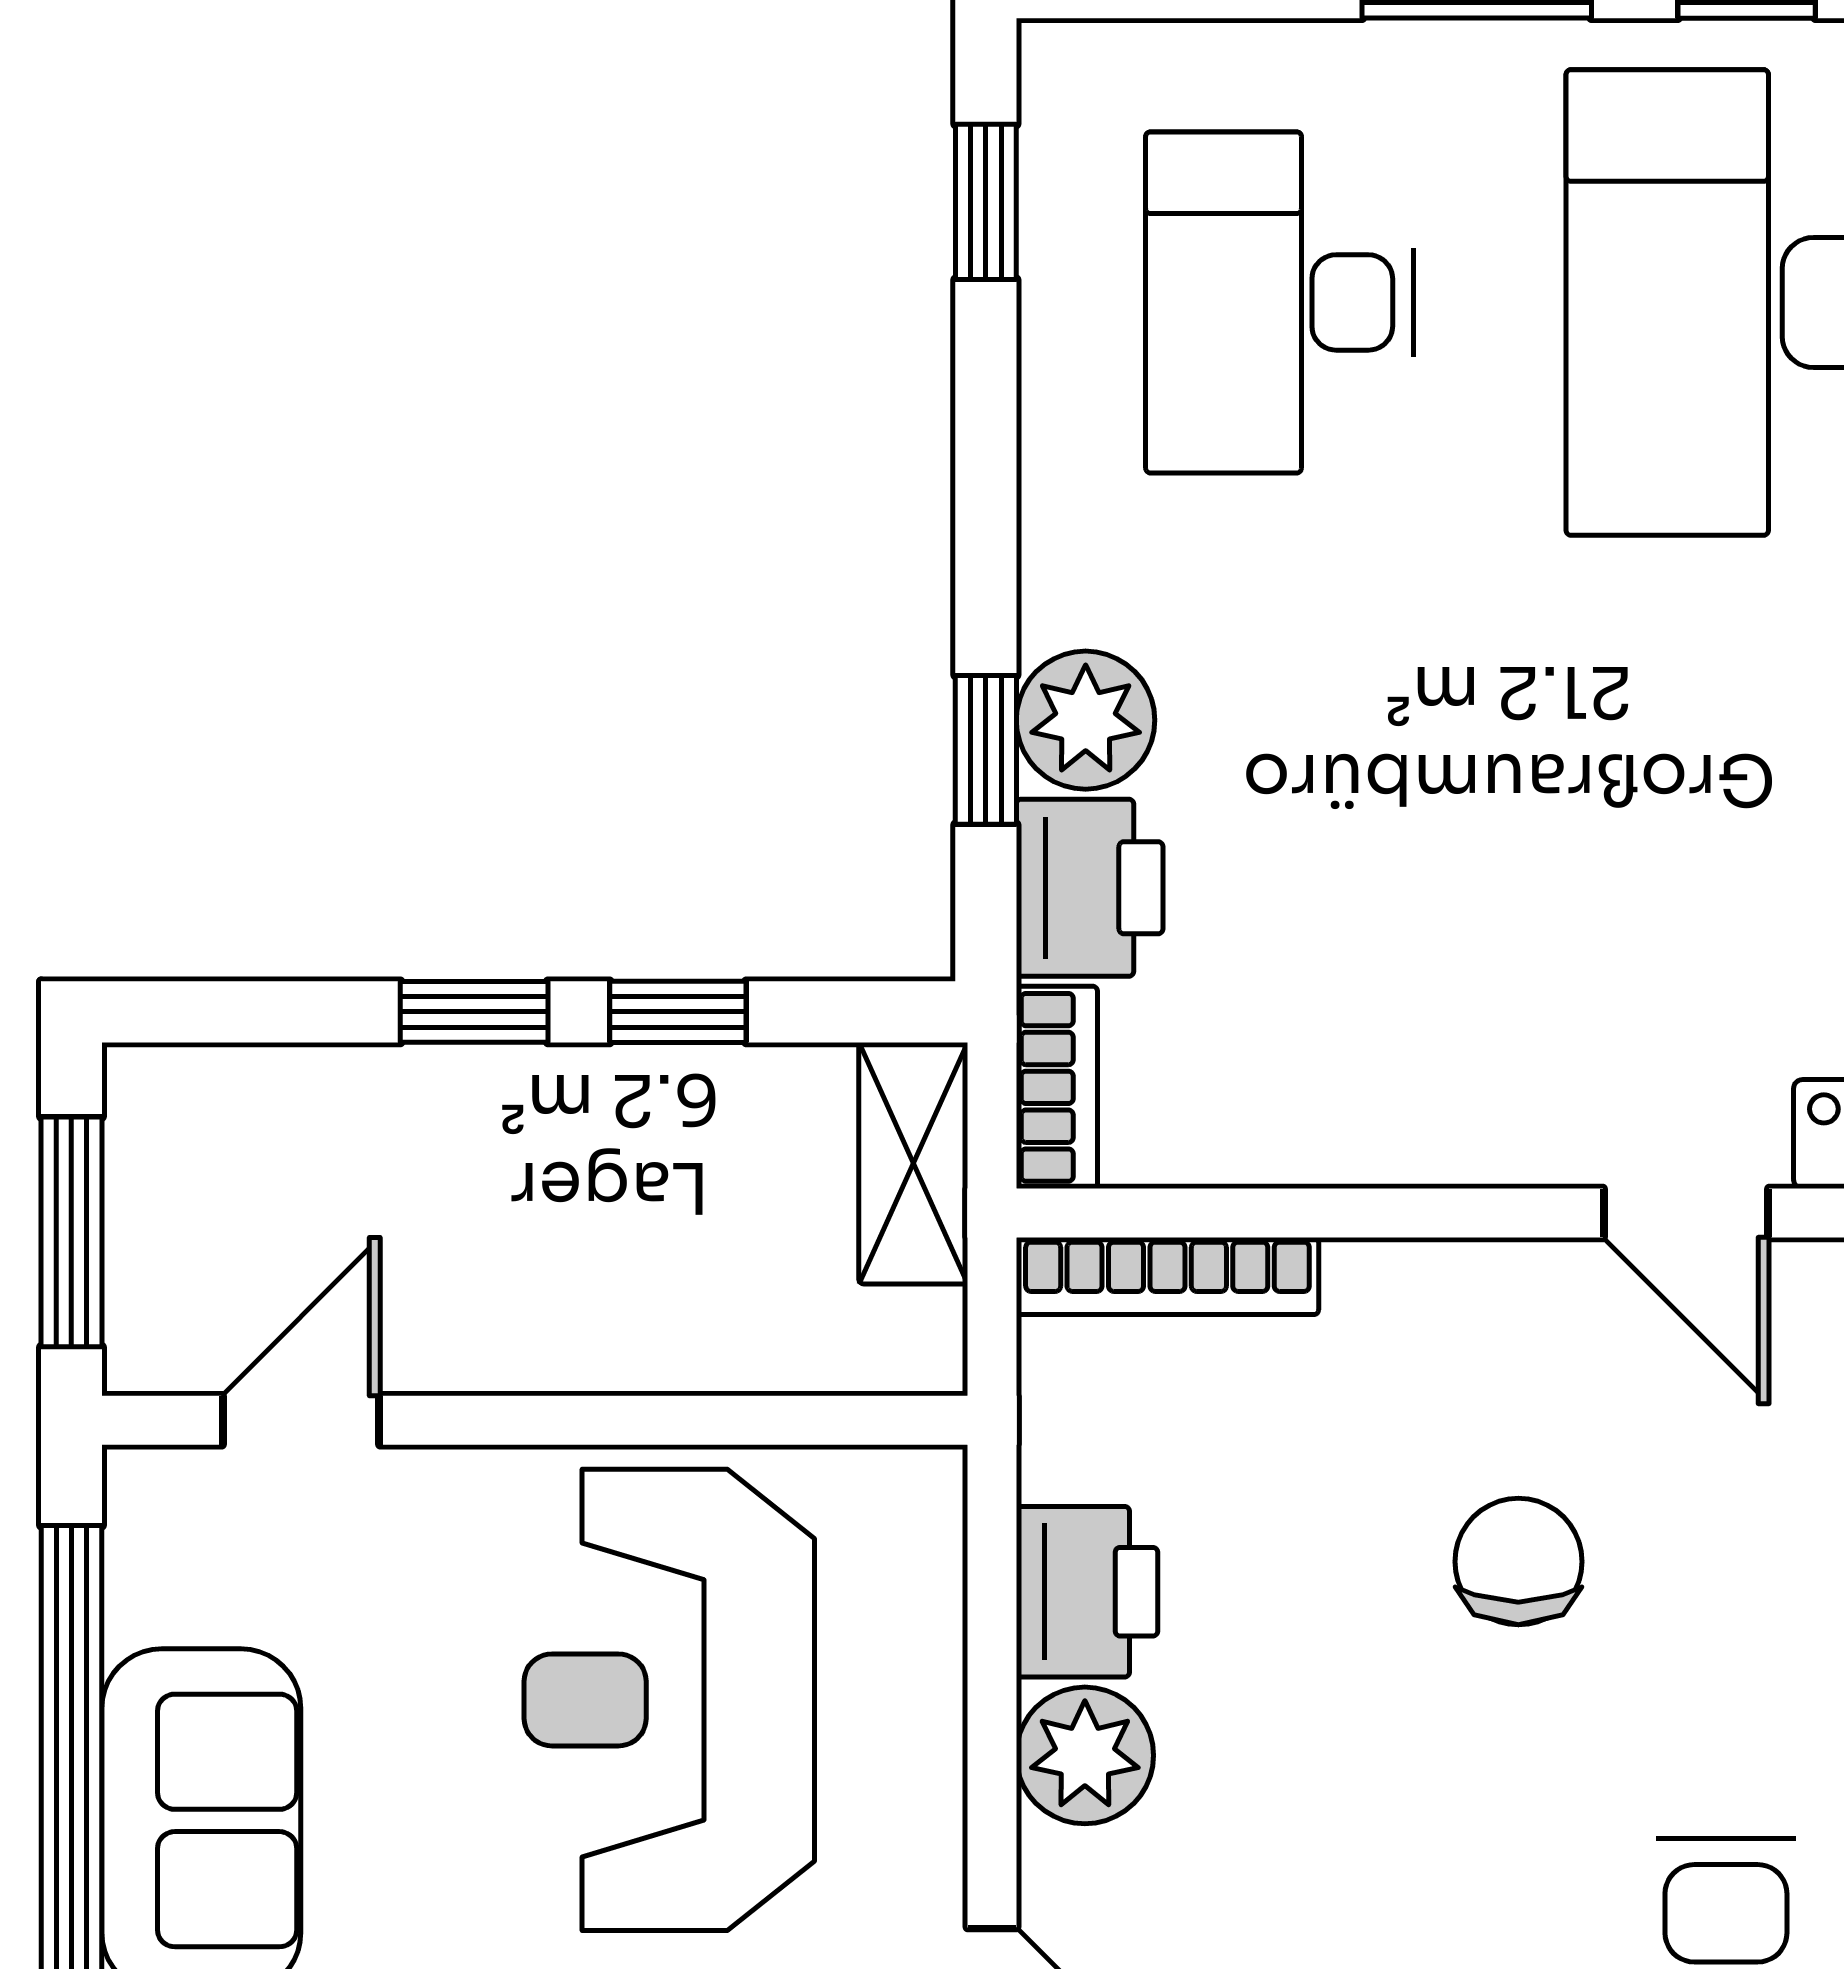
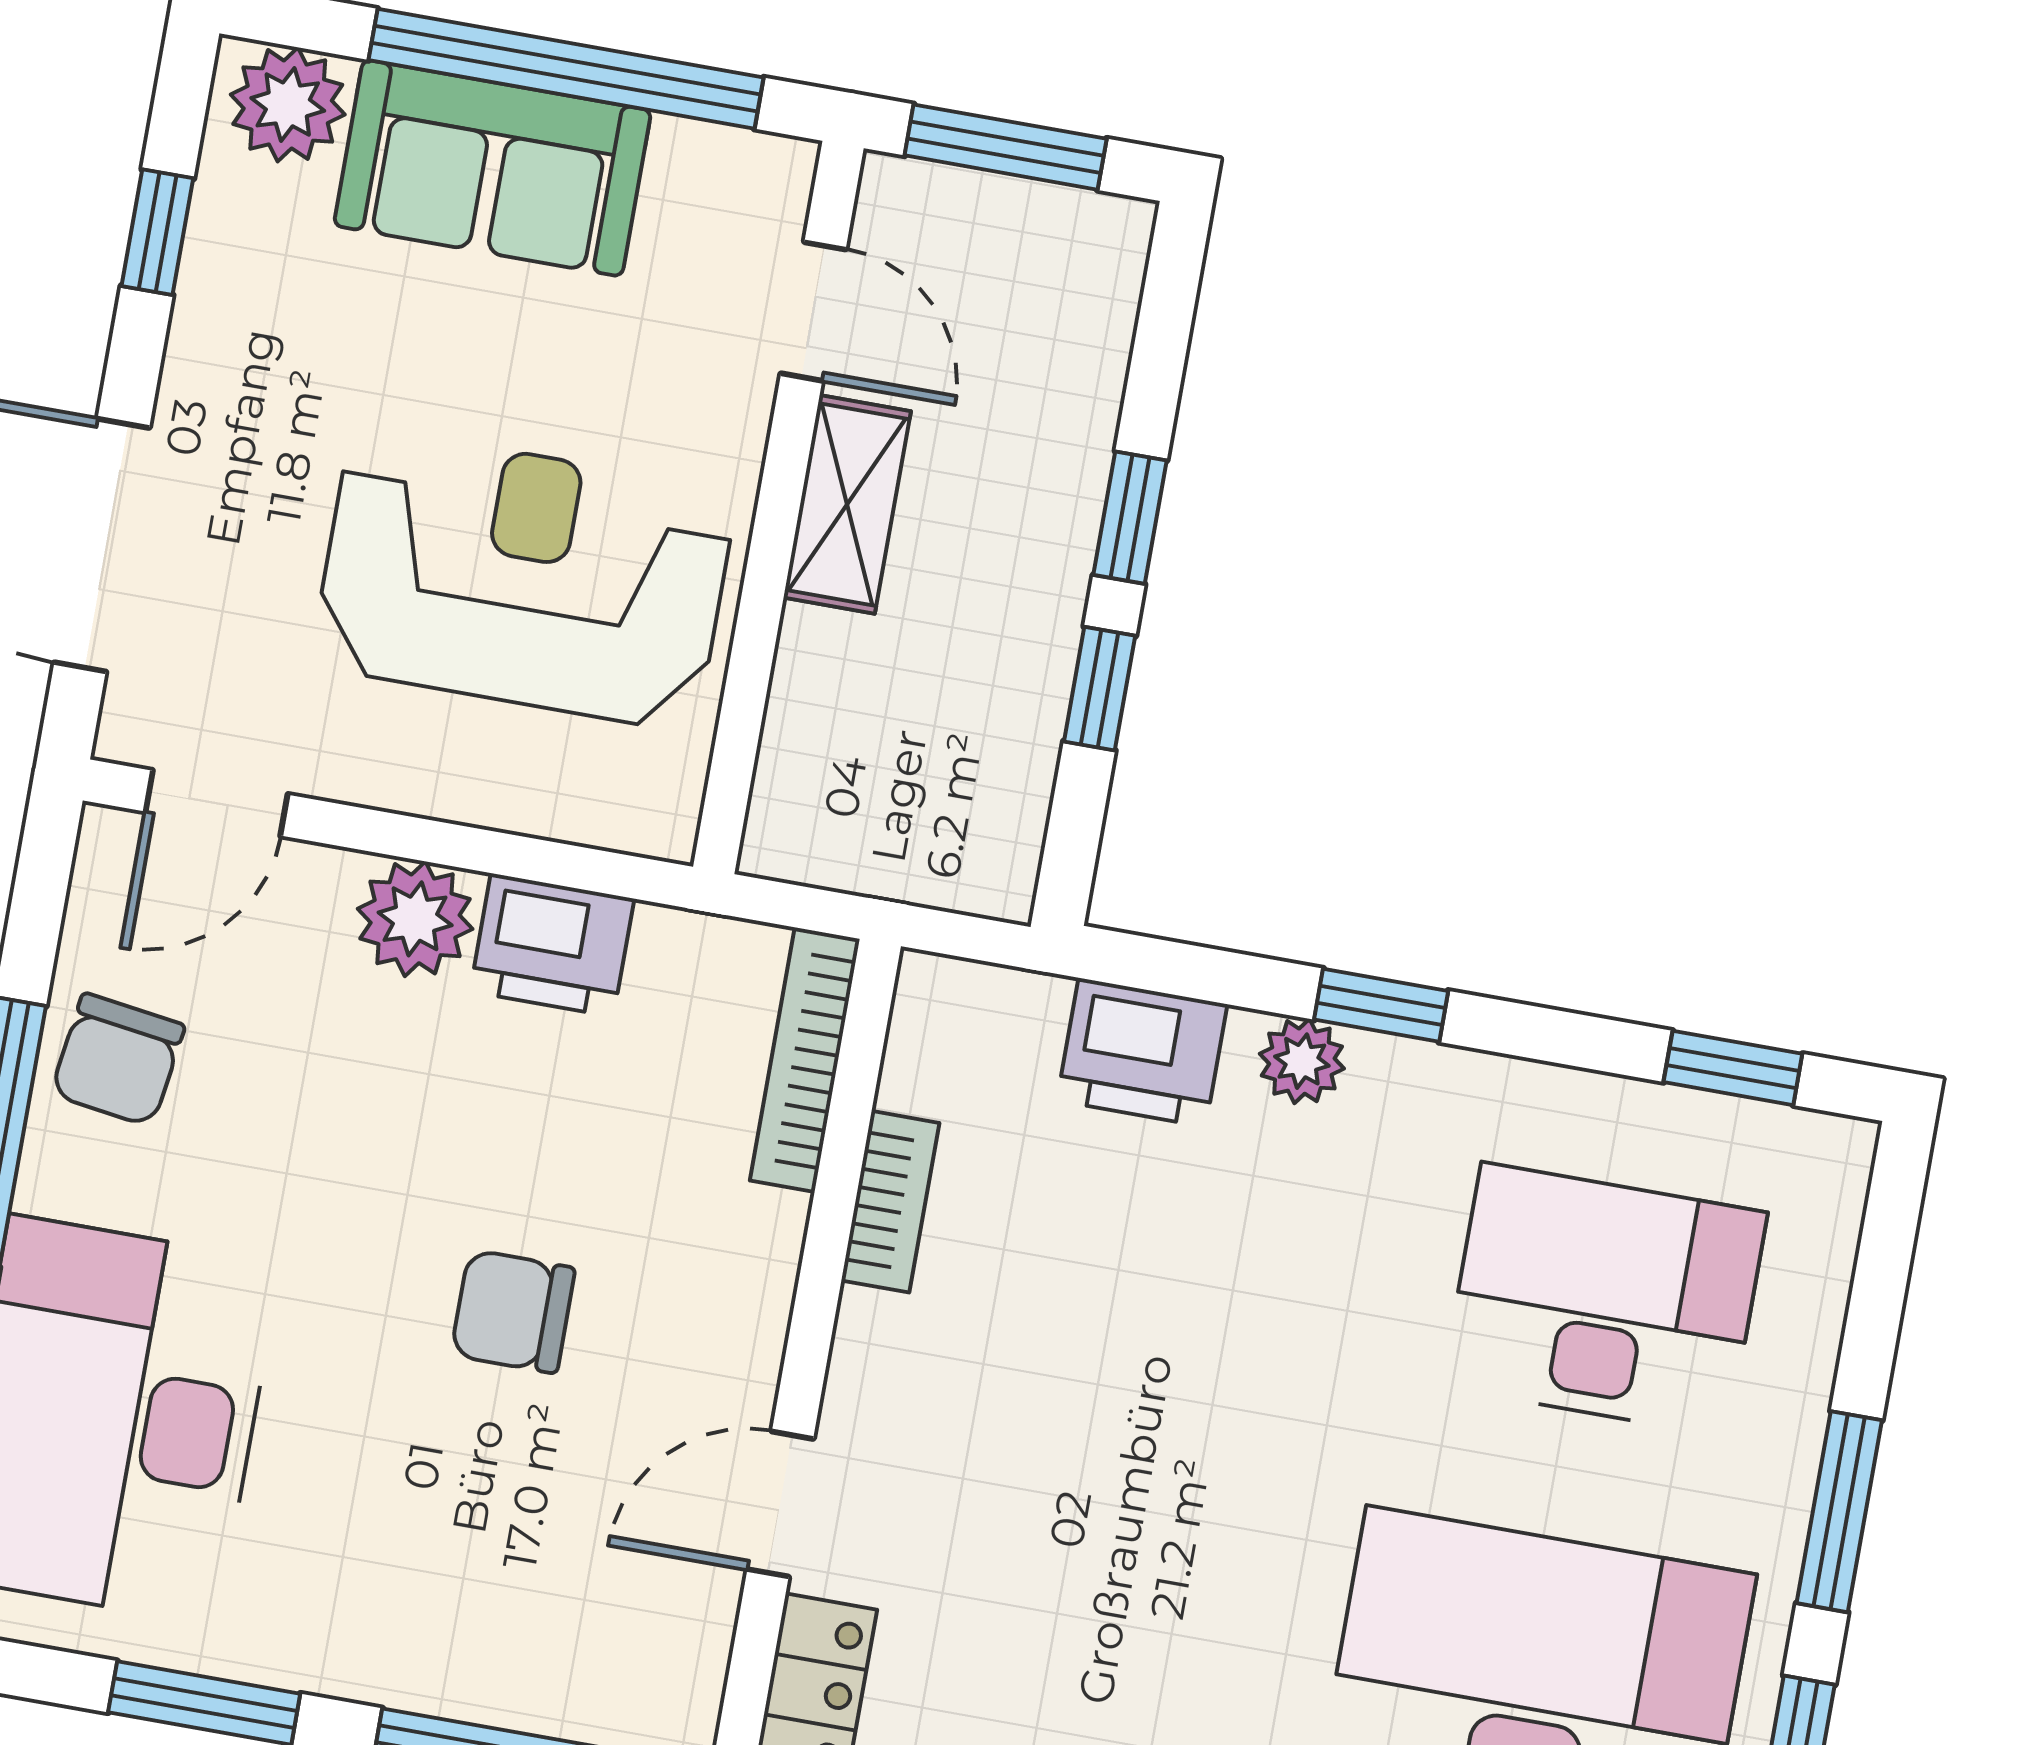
plant: (1086, 720) -> (1302, 1061), width x0.73, depth x0.73
window: (986, 750) -> (1381, 1005), moved
bookcase: (1057, 1087) -> (890, 1202), moved, turned -90
shelving: (913, 1163) -> (847, 504), moved, turned 90
chair: (1518, 1562) -> (513, 1311), turned 180

